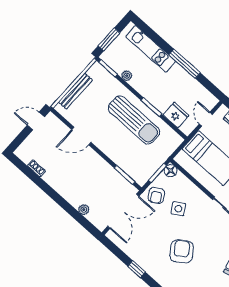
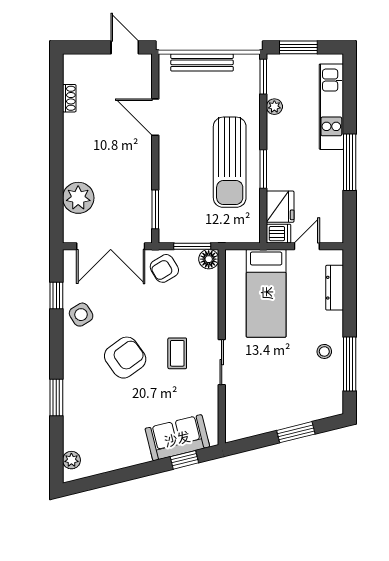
dishwasher: (188, 127) -> (279, 234), added
side table: (178, 209) -> (81, 315), moved
plant: (84, 210) -> (78, 198), width x1.88, depth x1.88
coffee table: (202, 225) -> (177, 353), added
window: (136, 269) -> (56, 295), moved

